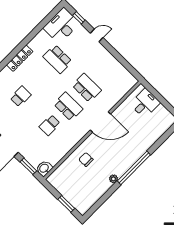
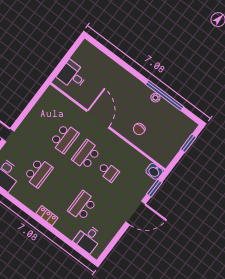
locker: (20, 58) -> (47, 216), width x0.66
school desk: (87, 88) -> (64, 138), turned 180
school desk: (21, 96) -> (82, 206), width x1.85
window: (134, 168) -> (165, 95), moved

